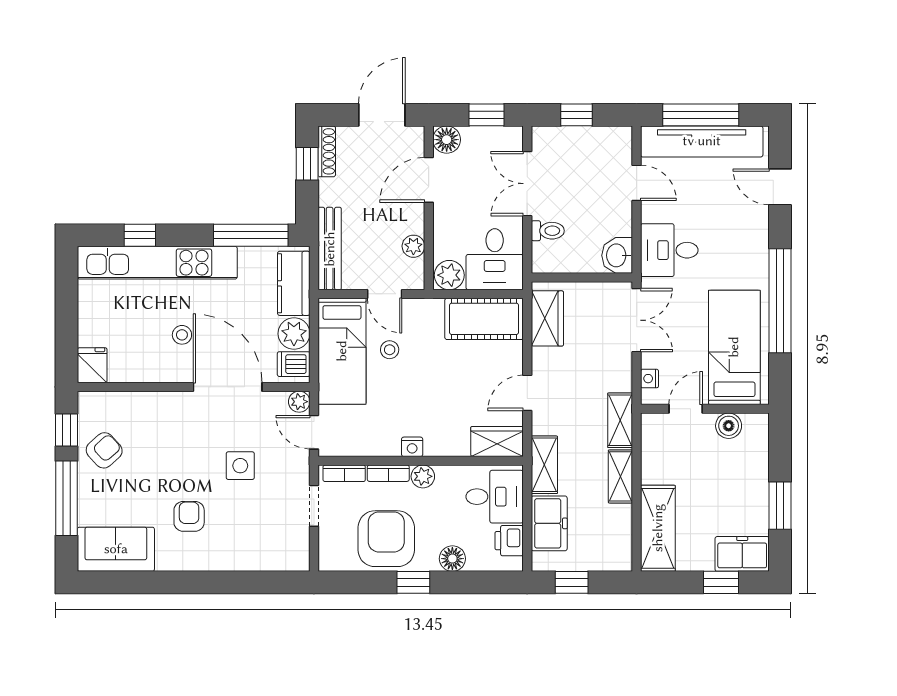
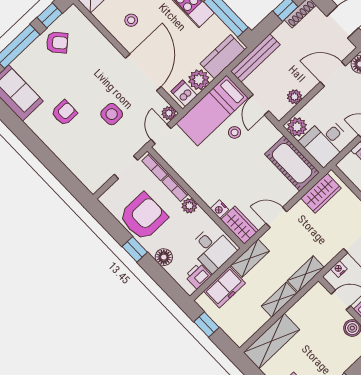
stool: (182, 335) -> (131, 20), moved
nightstand: (412, 447) -> (220, 209), moved

